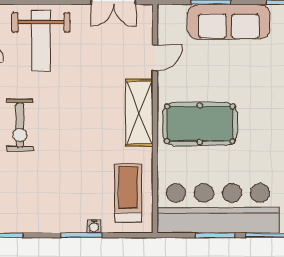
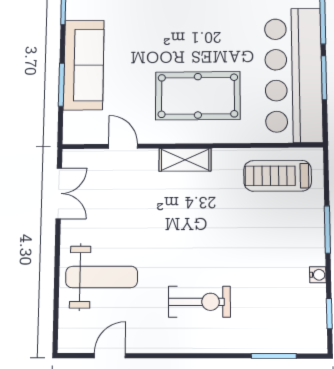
shelving: (139, 113) -> (185, 160), width x0.67, depth x0.75
pool table: (200, 124) -> (198, 96), turned 90
water cooler: (94, 226) -> (318, 275), moved

